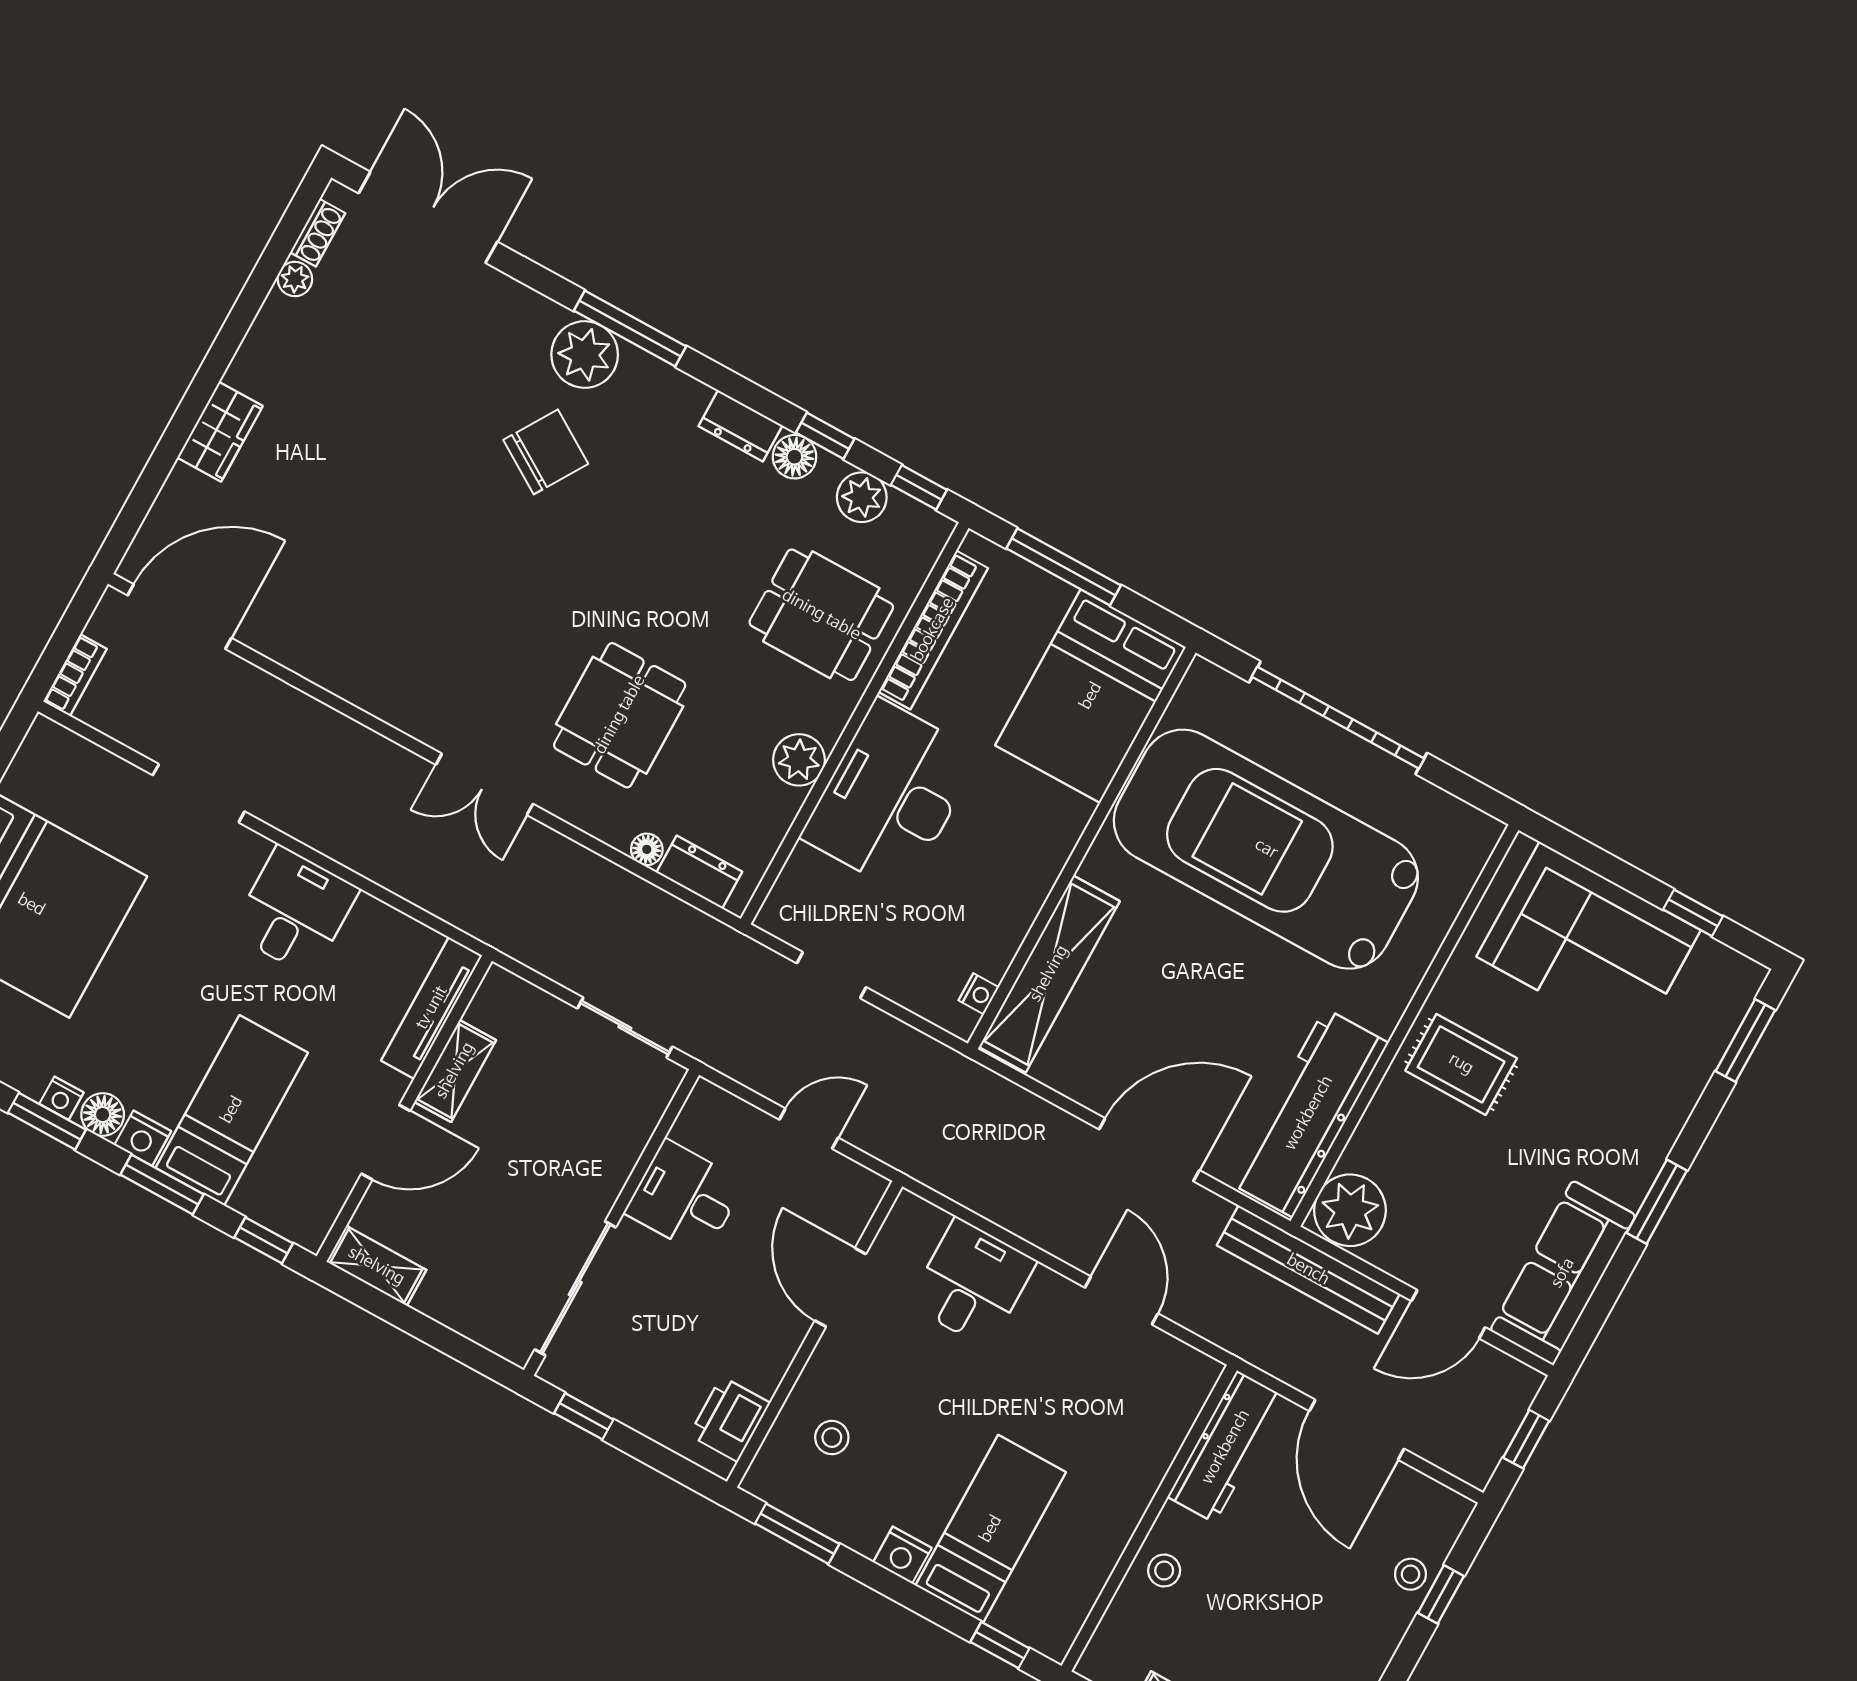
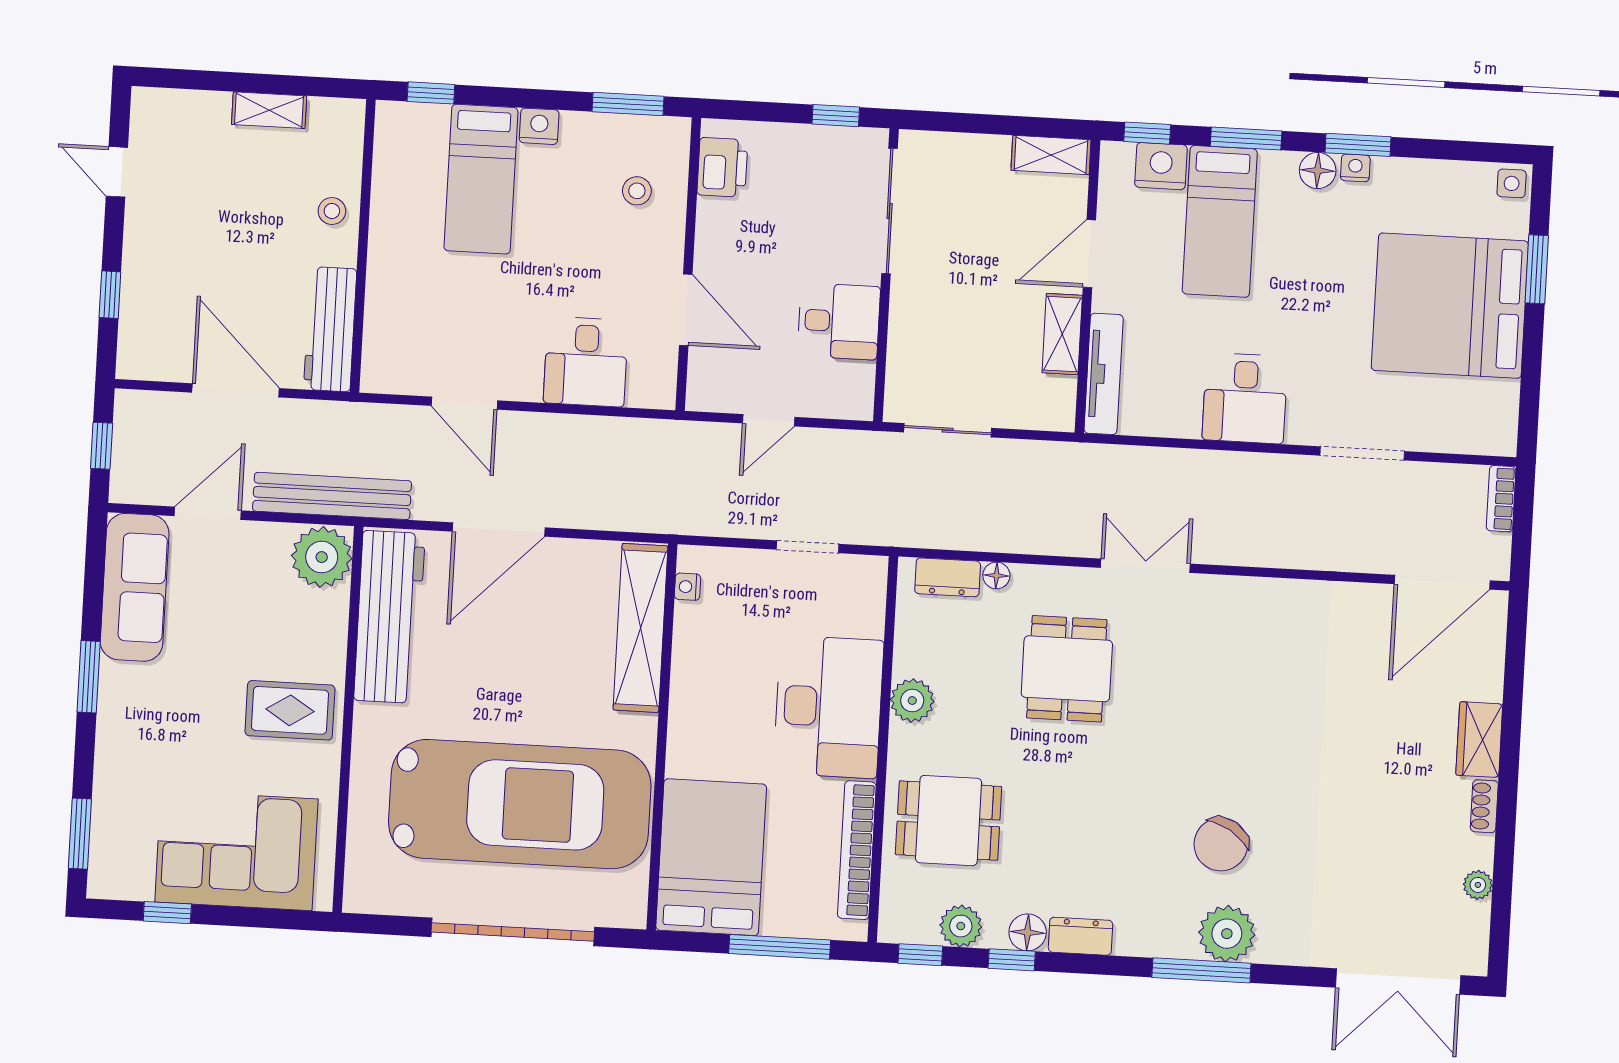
shoe rack: (318, 233) -> (1484, 806), moved
nightstand: (143, 1138) -> (1161, 166), moved, width x1.36, depth x1.33
stool: (1411, 1574) -> (141, 299), removed

